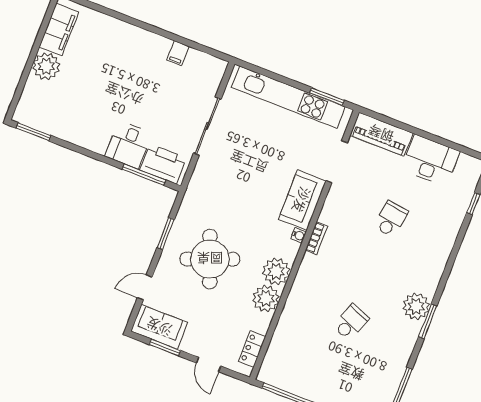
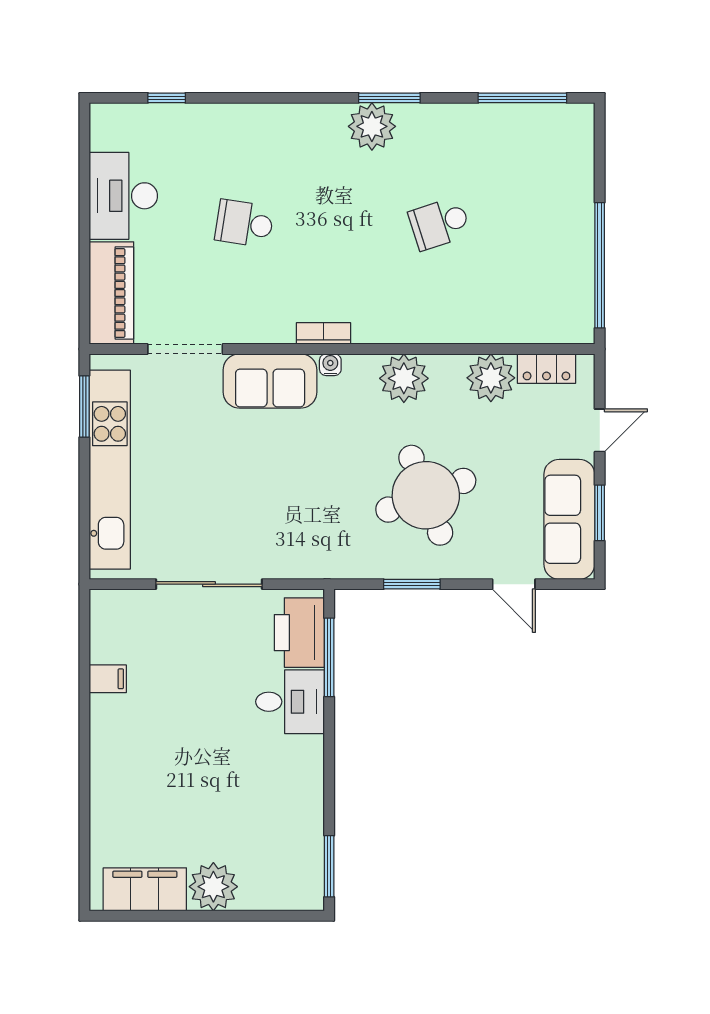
plant: (266, 299) -> (491, 378), moved
school desk: (351, 322) -> (440, 223), turned -39
sofa: (159, 327) -> (569, 519), width x1.36

